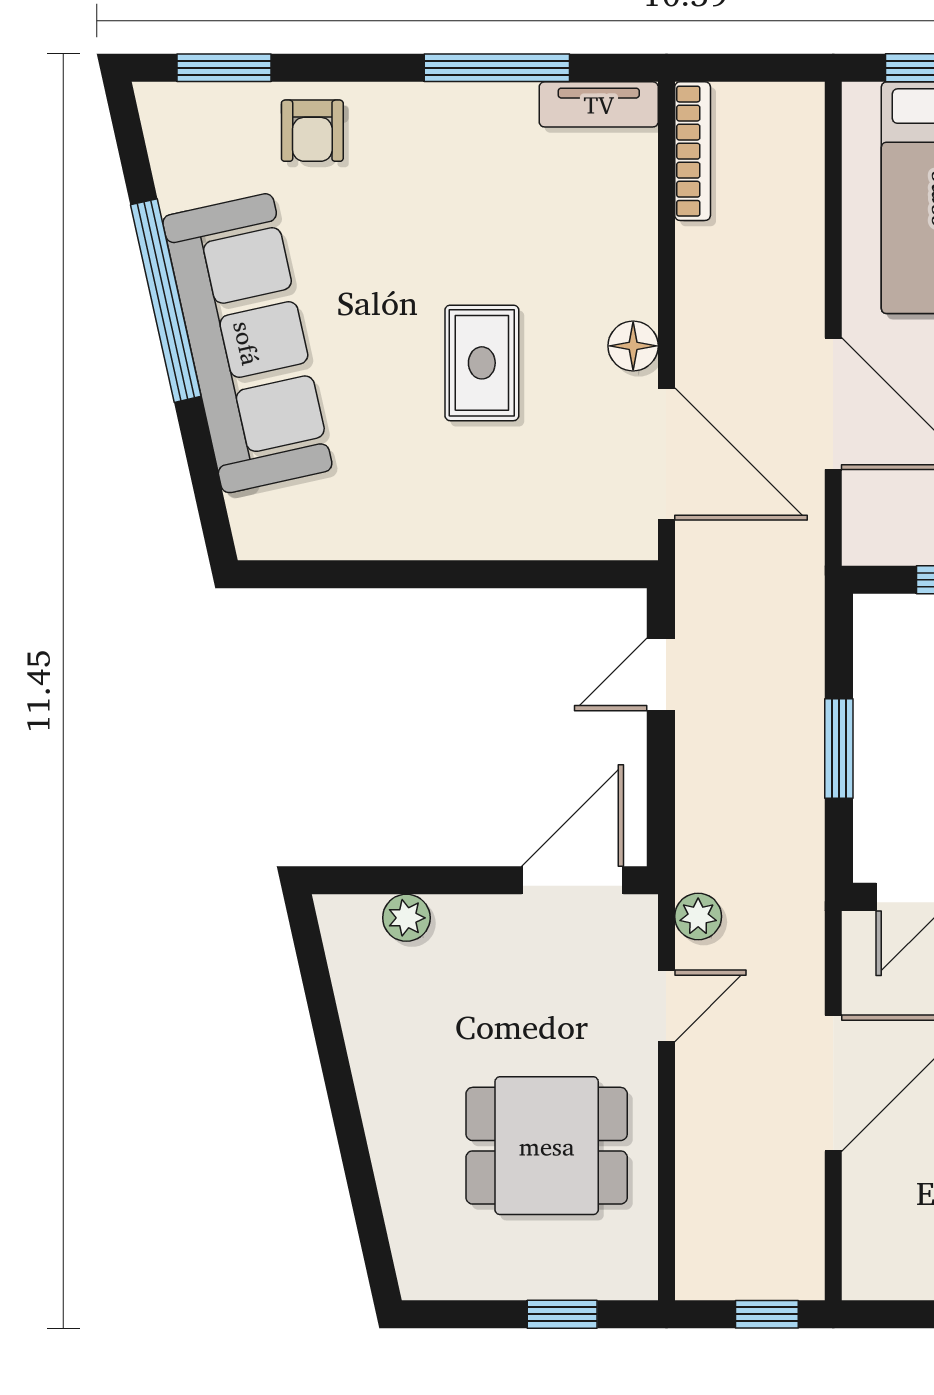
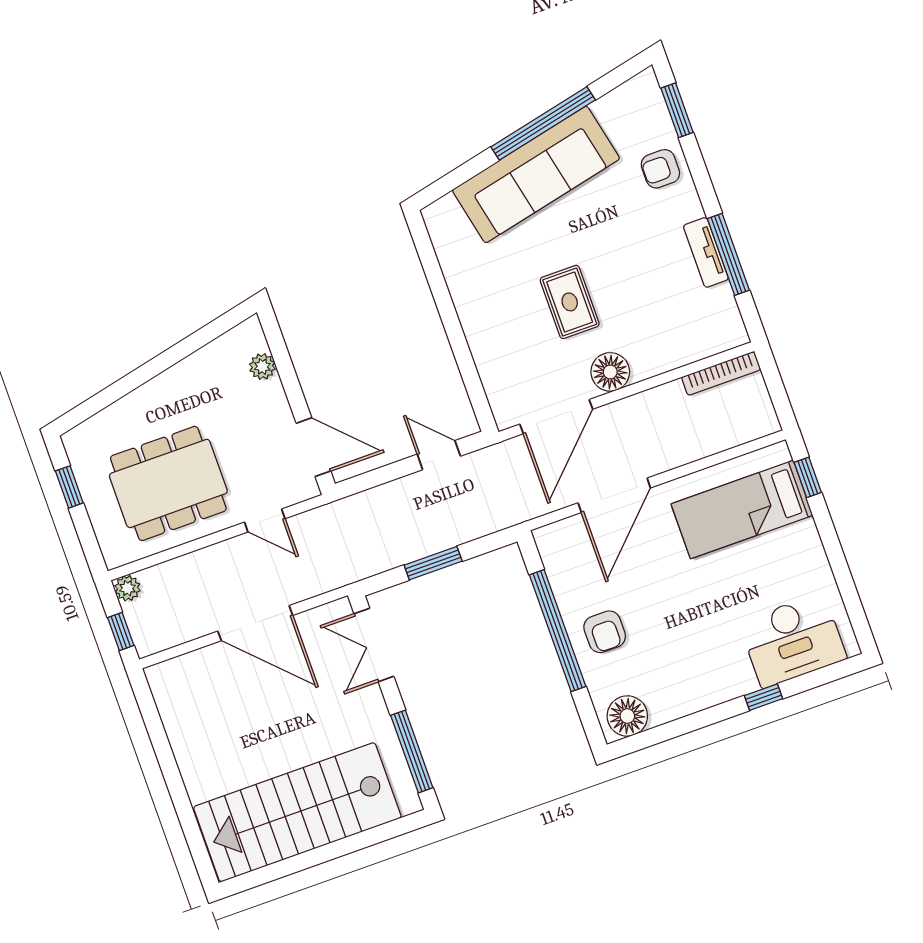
tv unit: (599, 104) -> (706, 252), moved
floor lamp: (633, 346) -> (610, 372), width x1.38, depth x1.38
rug: (482, 363) -> (570, 302), turned 90
plant: (698, 916) -> (127, 588), moved
dining table: (547, 1146) -> (168, 483), width x1.38
window: (562, 1314) -> (69, 487), moved

